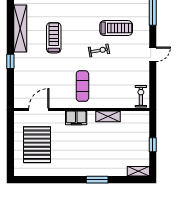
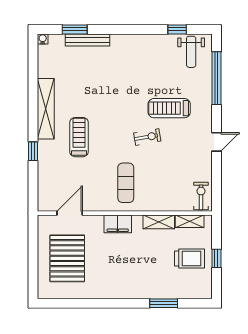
treadmill: (116, 28) -> (169, 108), turned 180
treadmill: (54, 38) -> (79, 137), moved
trolley: (132, 145) -> (189, 258), added
shelving: (138, 171) -> (190, 221), moved
window: (97, 180) -> (164, 303), moved

